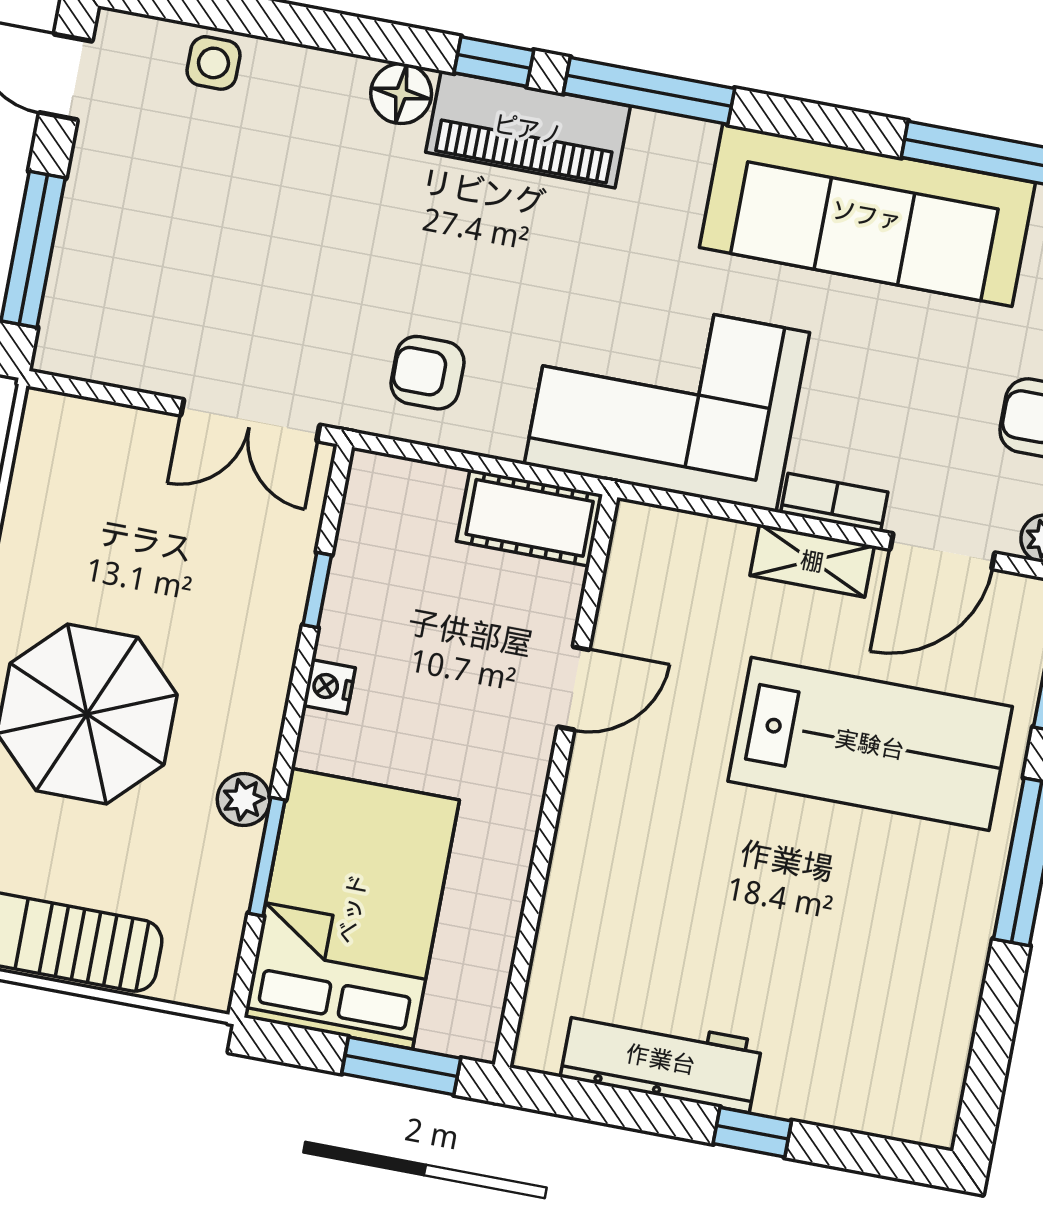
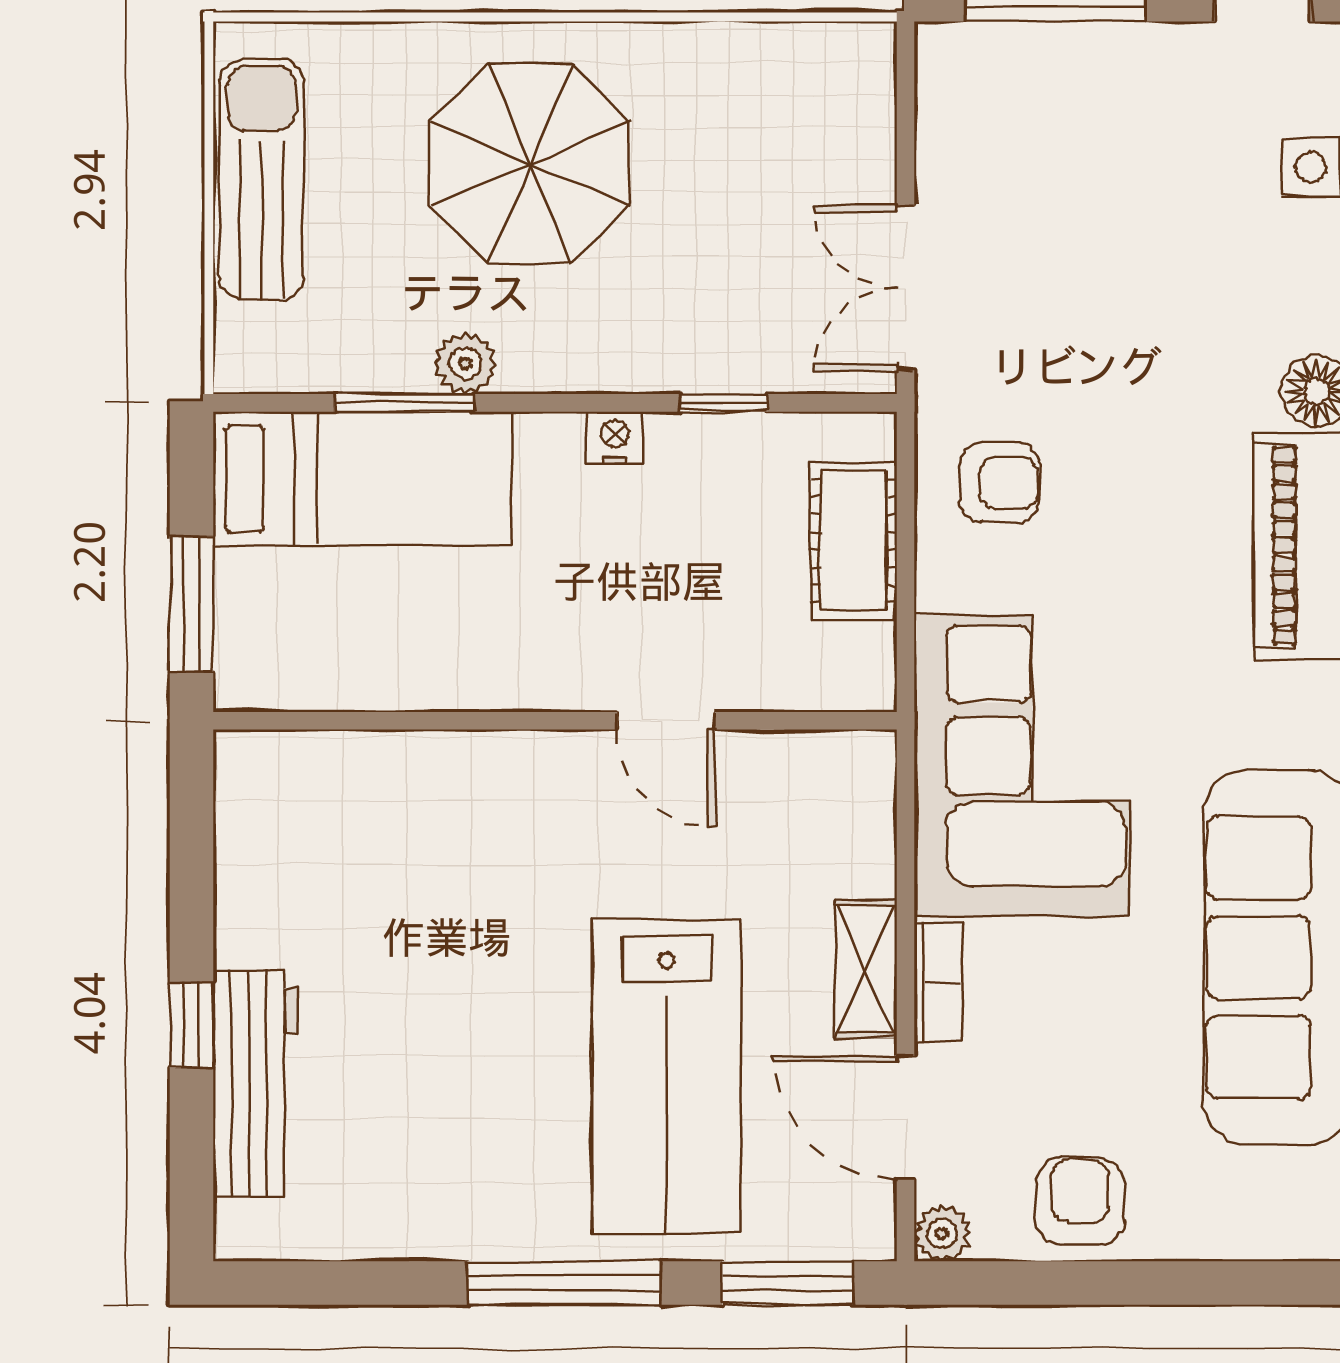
armchair: (428, 373) -> (999, 483), turned 90
cot: (530, 518) -> (854, 541), moved
bed: (352, 909) -> (363, 479), width x0.67
workbench: (661, 1059) -> (256, 1083), moved

